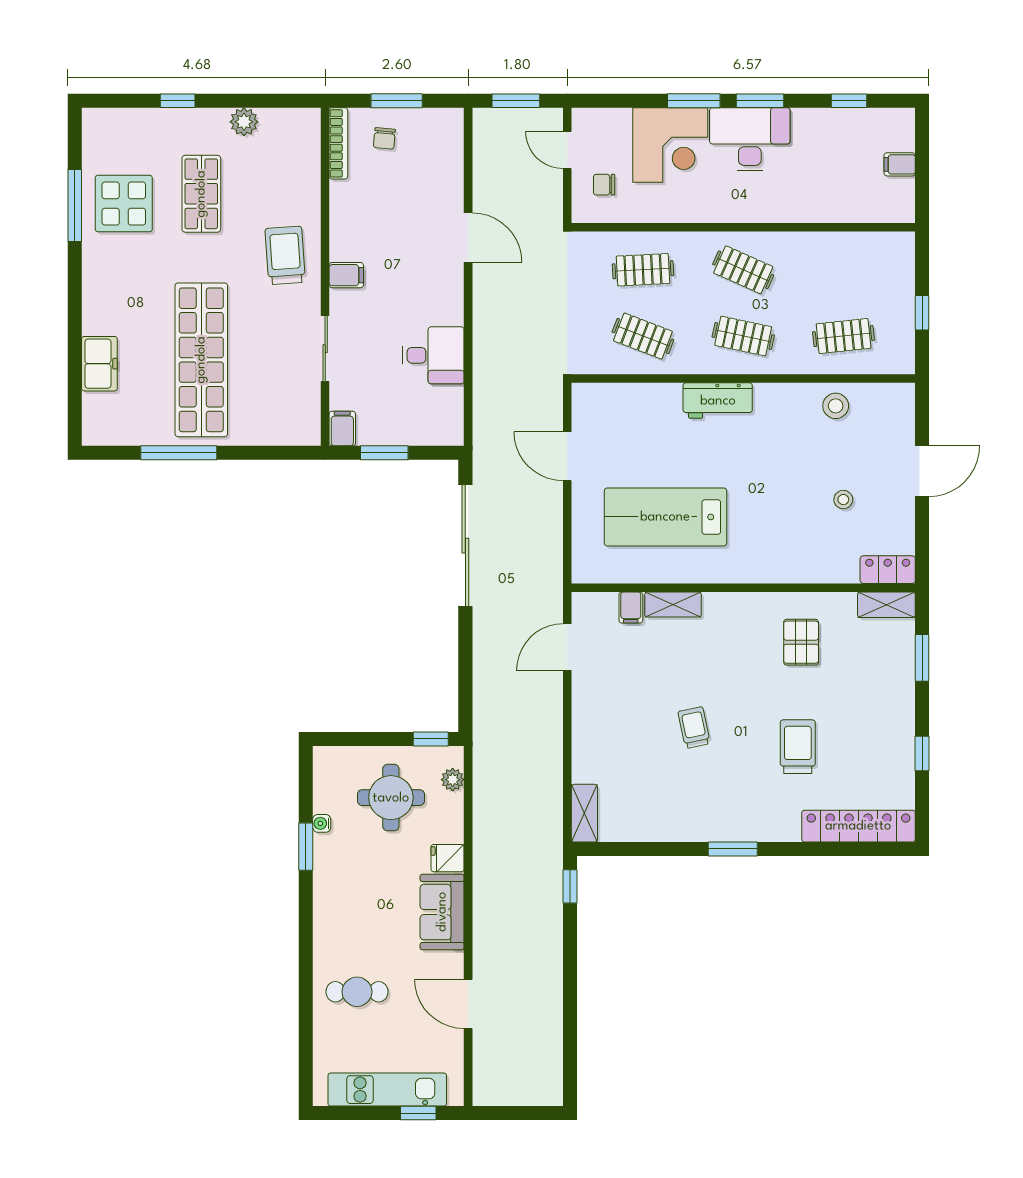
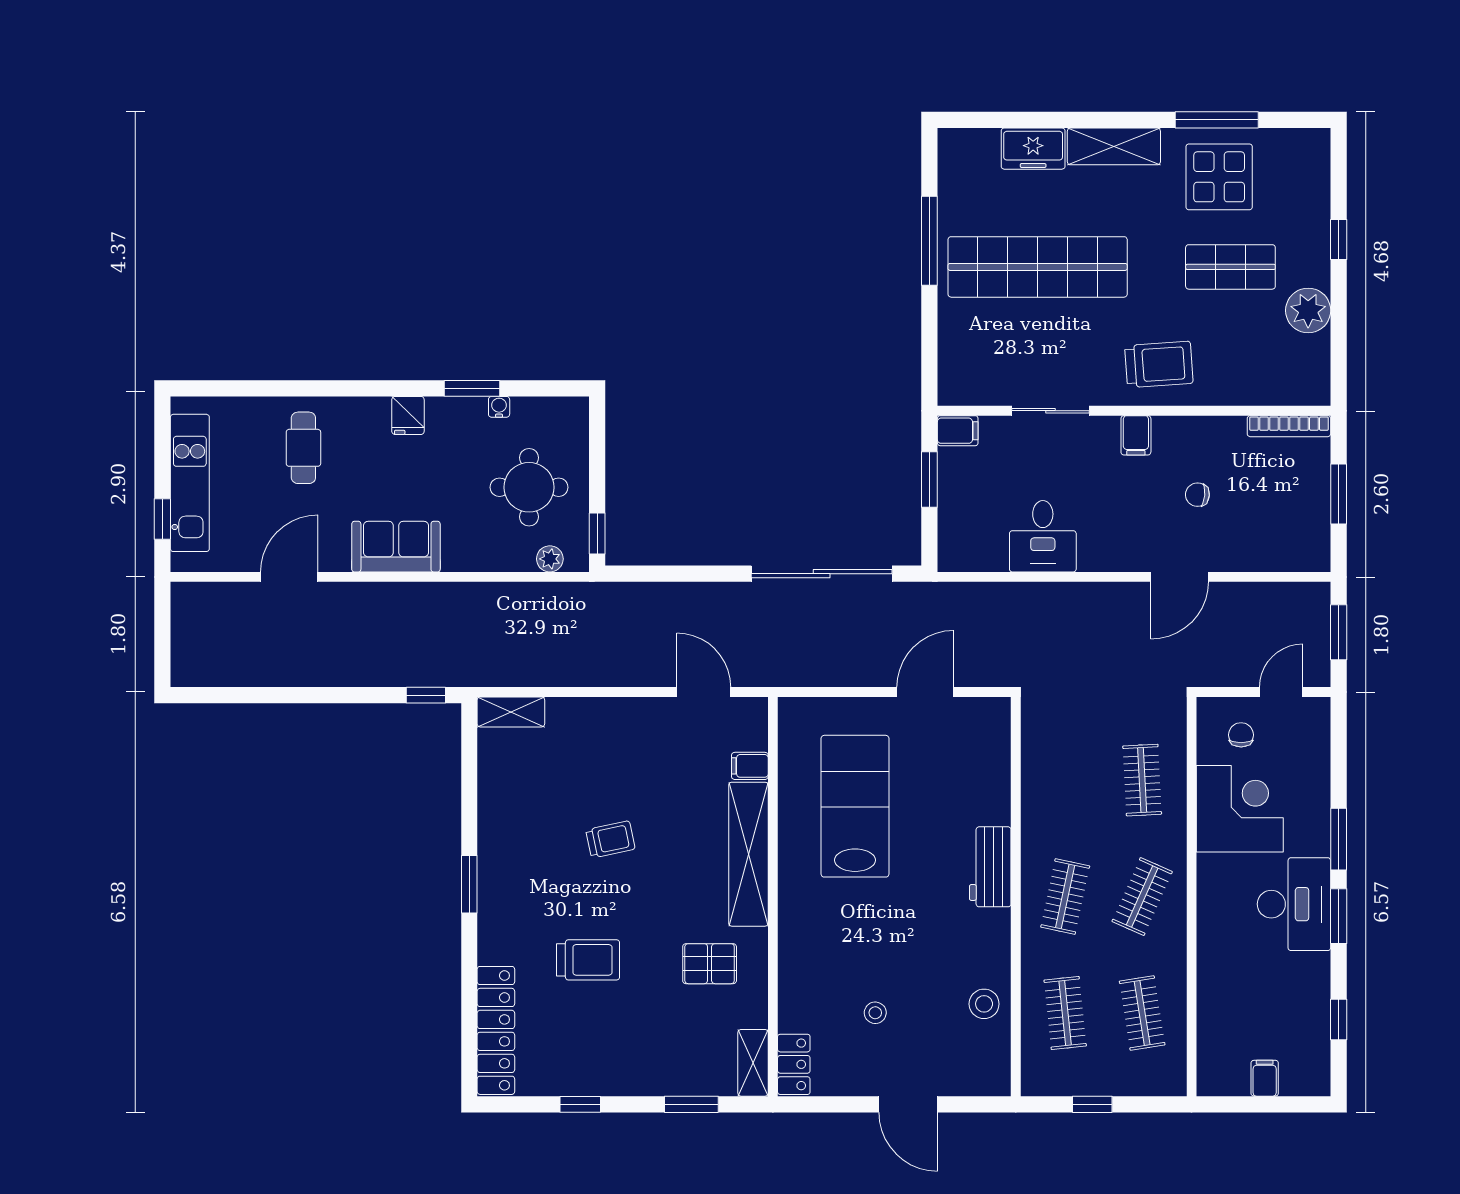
plant: (244, 122) -> (1308, 310), width x1.36, depth x1.36
chair: (384, 138) -> (1197, 495), moved
corner desk: (670, 145) -> (1240, 809), moved, turned 180
shelving: (98, 294) -> (1114, 146), added
clothes rail: (643, 336) -> (1142, 1013), moved, turned -30
shelving: (673, 604) -> (748, 854), width x2.20, depth x1.33
fridge: (448, 858) -> (408, 415), moved, turned 180

